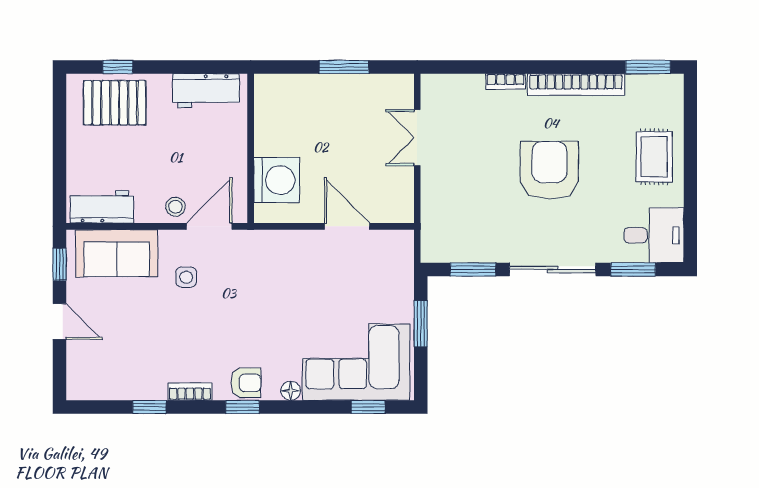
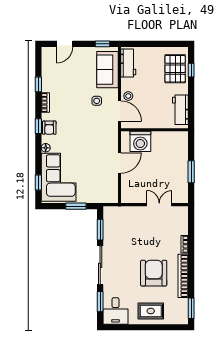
armchair: (549, 170) -> (154, 273), moved, turned -90
door: (347, 226) -> (120, 163), moved
door: (59, 322) -> (65, 44), moved

